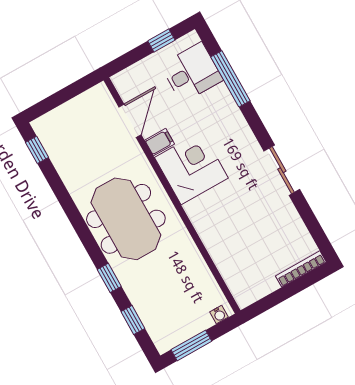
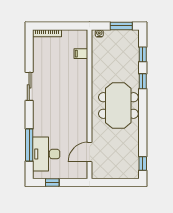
desk: (192, 72) -> (46, 154), width x1.37
filing cabinet: (160, 142) -> (81, 54), moved
corner desk: (191, 168) -> (72, 112), removed

